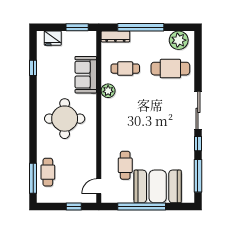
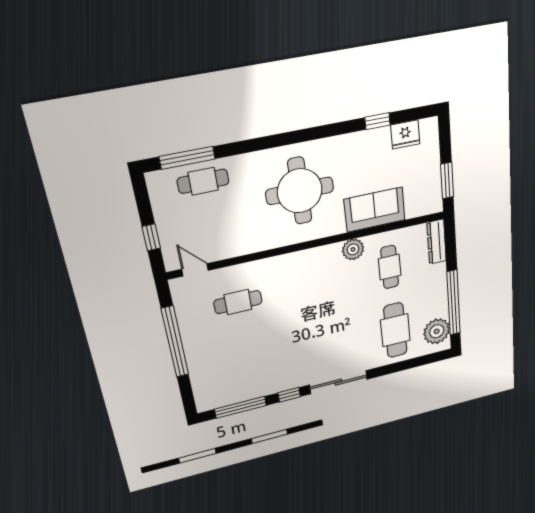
window: (141, 27) -> (454, 303), moved
fridge: (53, 38) -> (405, 134), moved, turned -90
booth: (158, 186) -> (213, 357), removed

